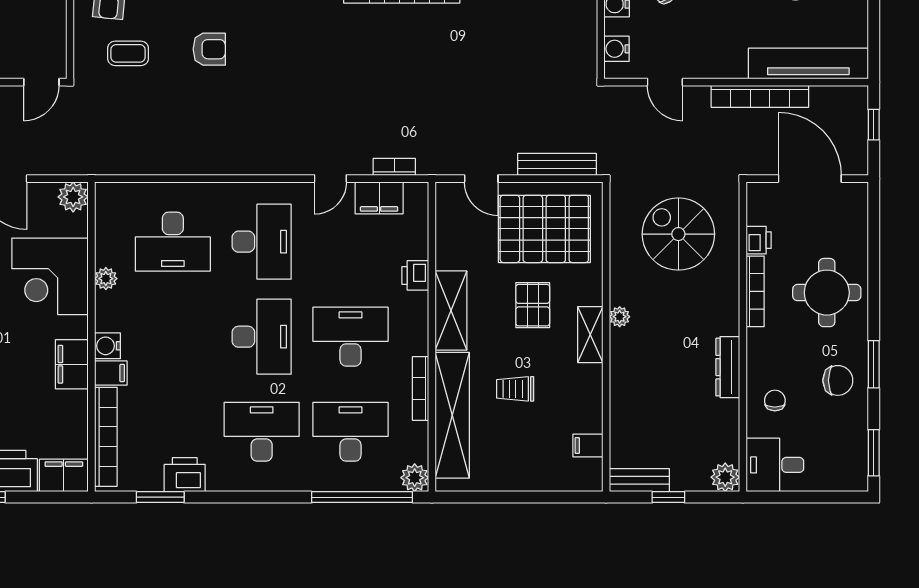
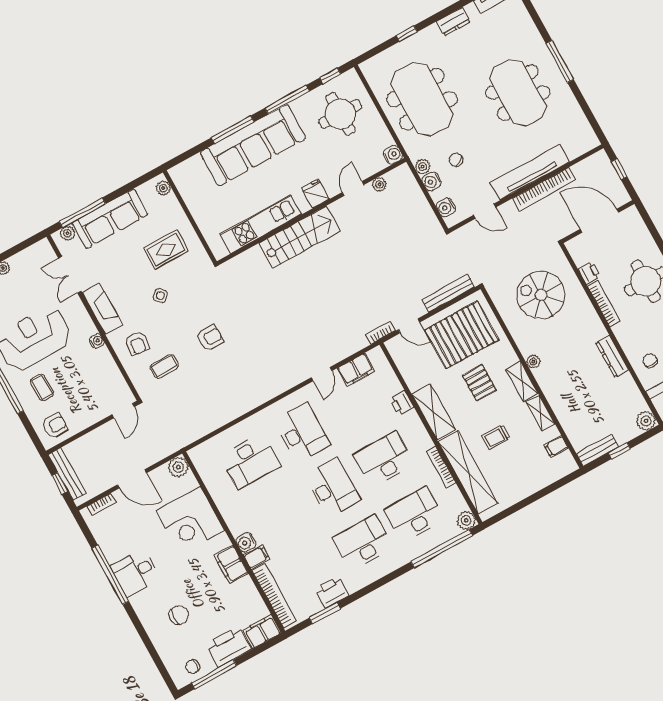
tv unit: (808, 63) -> (530, 172), moved
bookcase: (394, 167) -> (381, 333), moved
plant: (106, 279) -> (223, 504), removed
shelving: (592, 390) -> (541, 413), added

